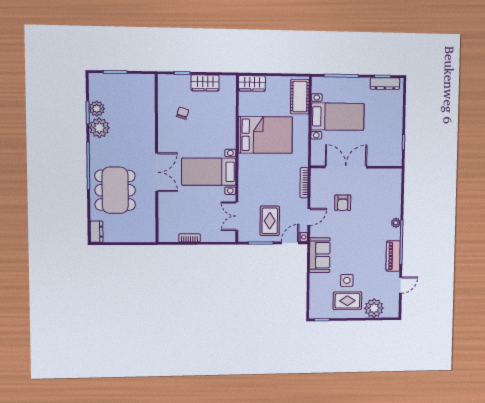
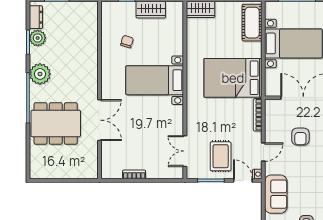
plant: (99, 128) -> (40, 74), moved
bed: (265, 135) -> (233, 78), moved, turned 180
double door: (157, 172) -> (99, 120), moved
bed with nightstands: (209, 172) -> (155, 80), moved
dining table: (115, 190) -> (56, 123), turned 90
dresser: (97, 232) -> (36, 17), moved
door: (290, 243) -> (243, 180), hinge flipped

